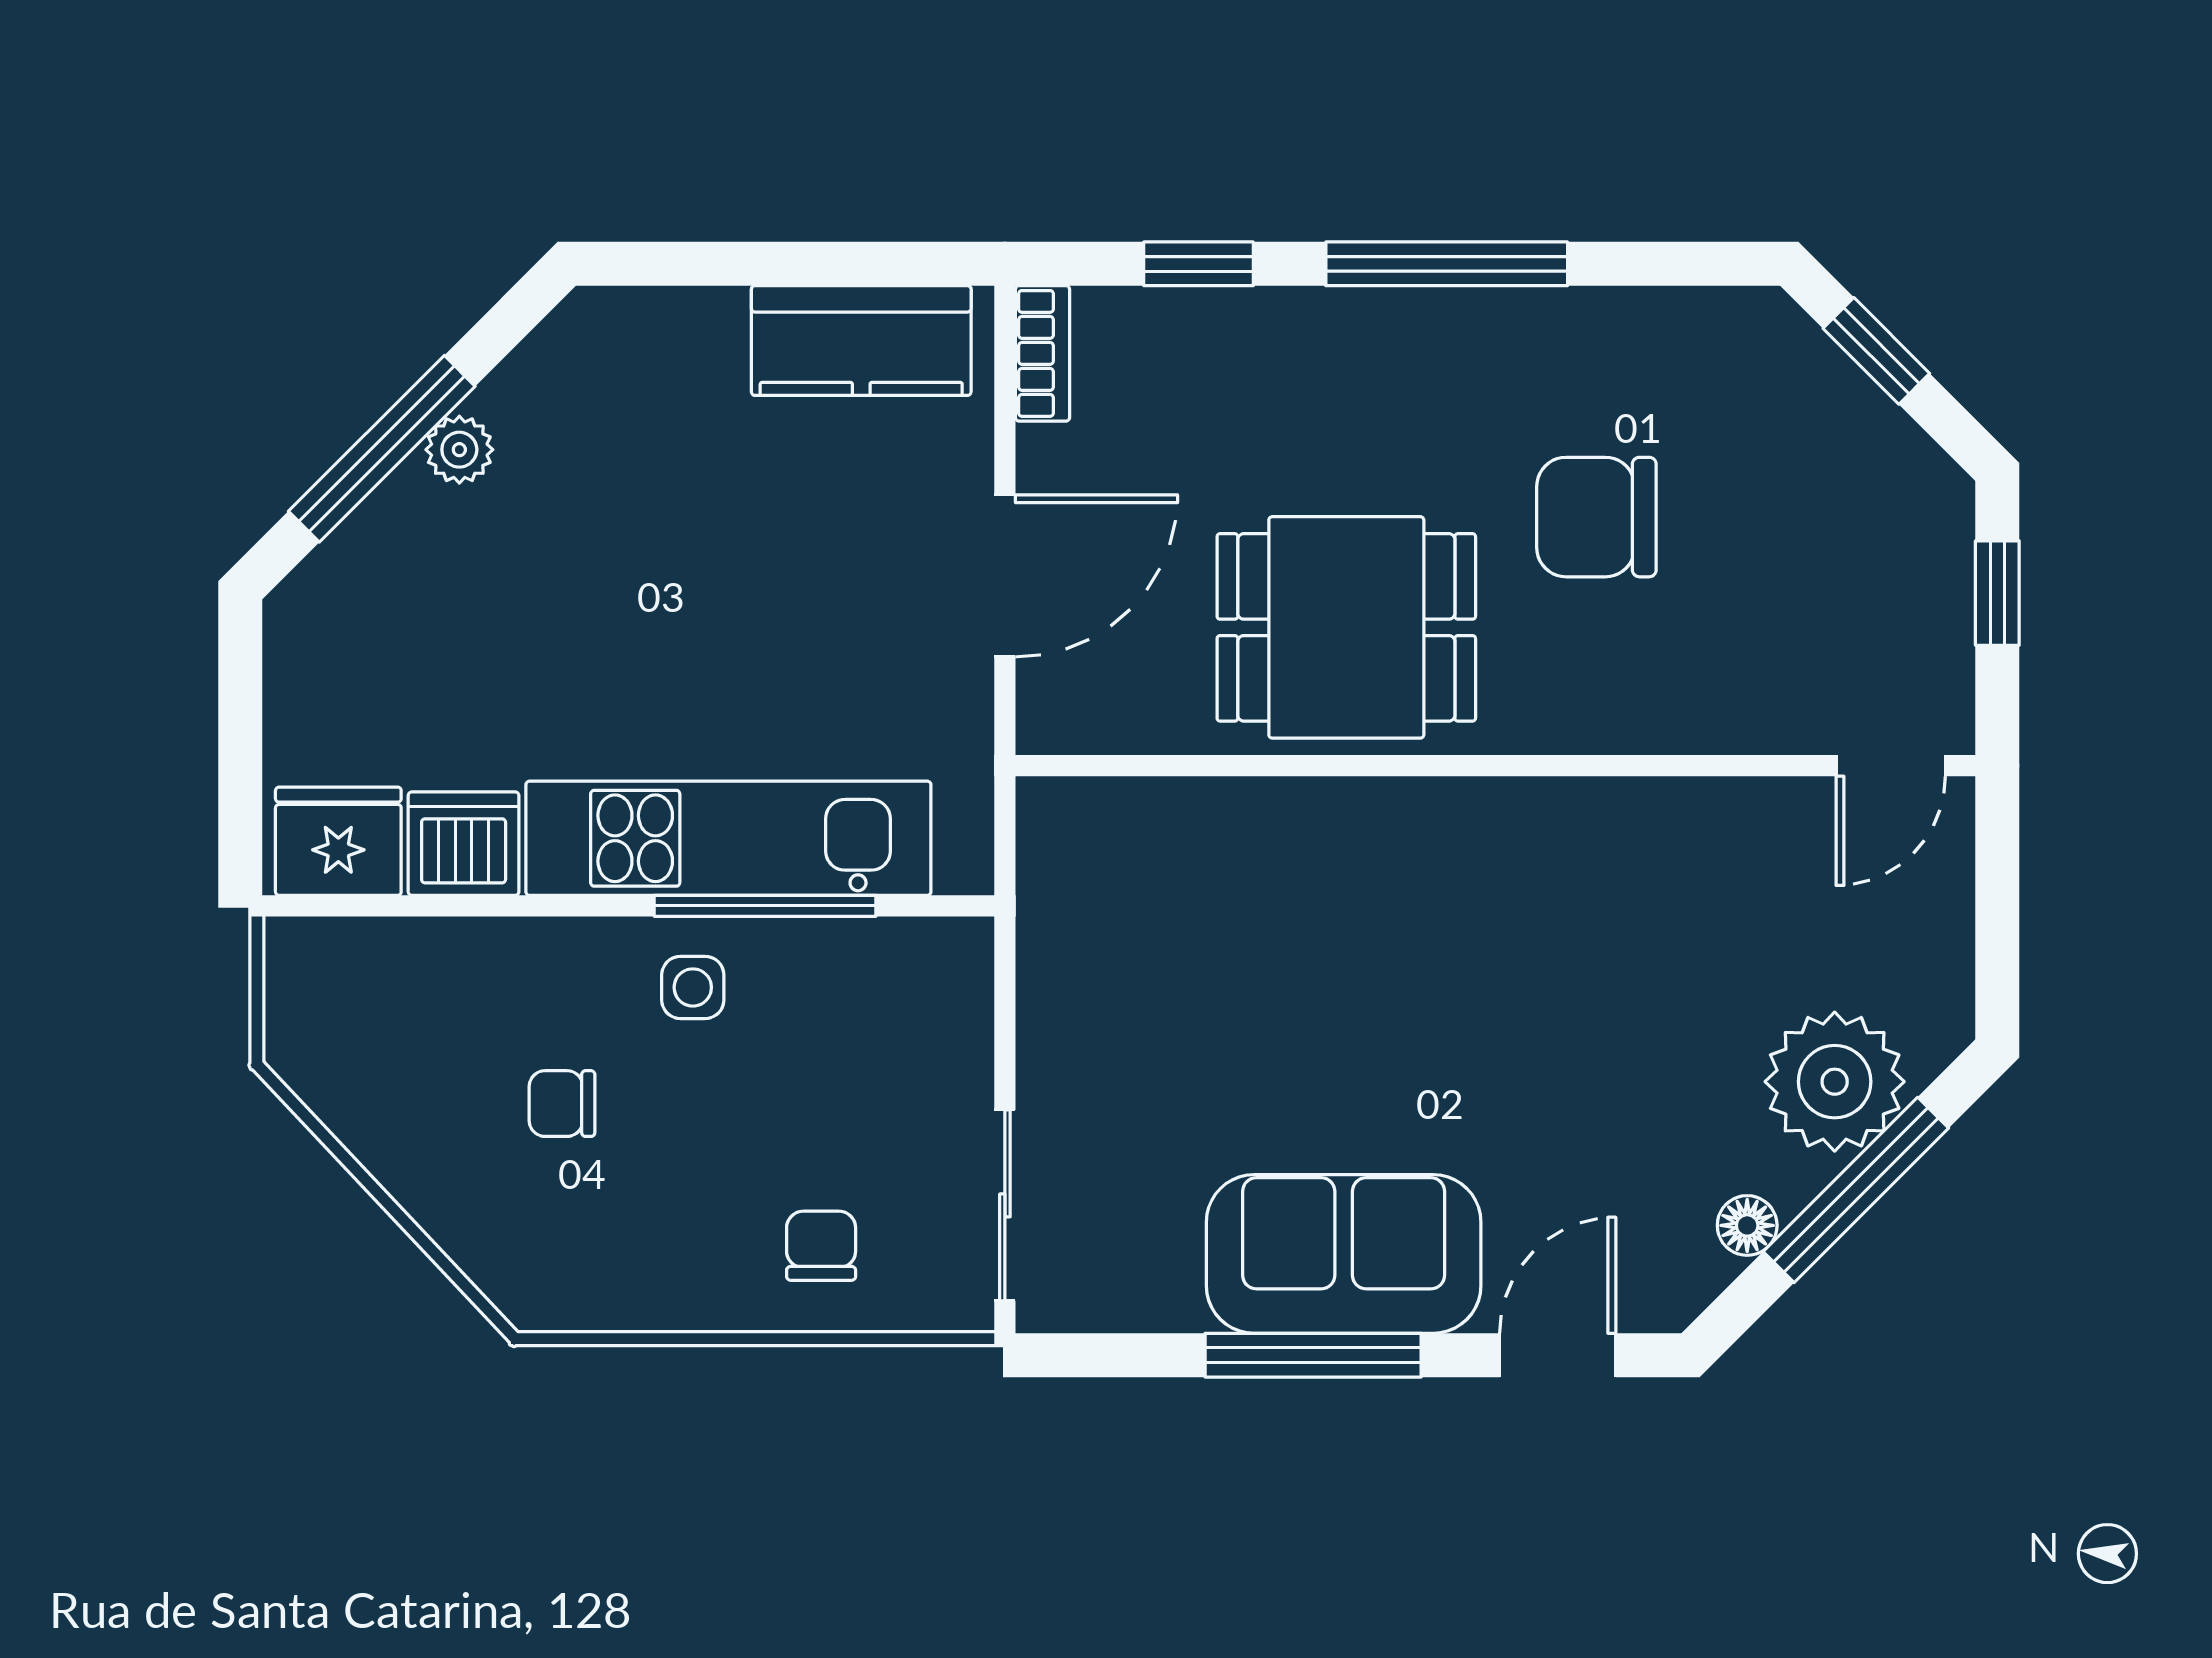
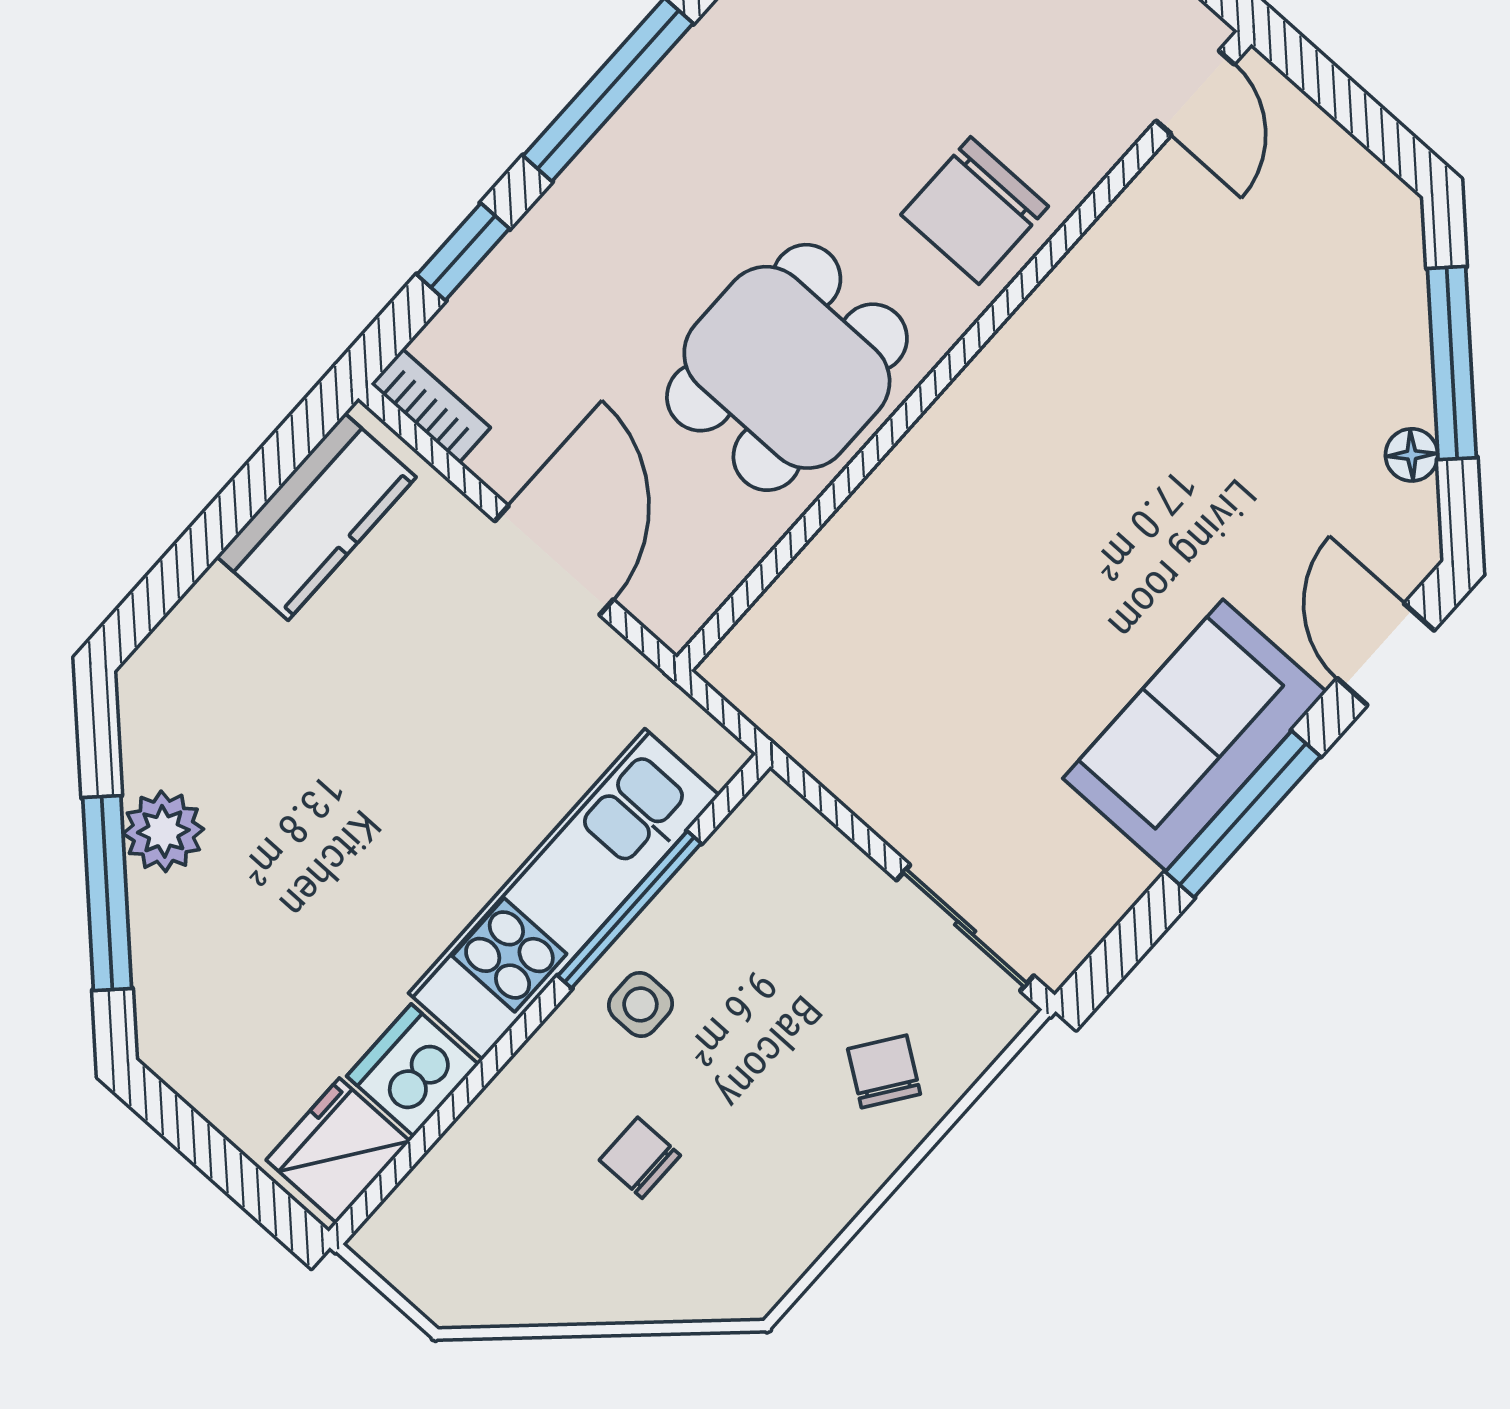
plant: (459, 450) -> (163, 831), width x1.38, depth x1.38
chair: (1596, 517) -> (975, 210), moved
plant: (1835, 1082) -> (1369, 314), removed
chair: (562, 1104) -> (640, 1158), turned 90
chair: (821, 1246) -> (884, 1071), turned 35

